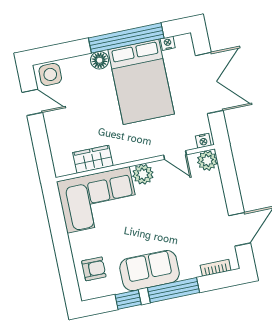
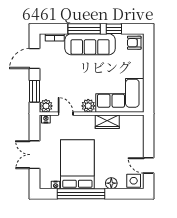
floor lamp: (100, 60) -> (111, 183), moved
double door: (209, 83) -> (35, 155), width x0.73
wardrobe: (93, 159) -> (107, 122), moved
window: (229, 180) -> (35, 91), added
armchair: (94, 269) -> (134, 43), moved
sofa: (150, 271) -> (90, 44), width x1.36

